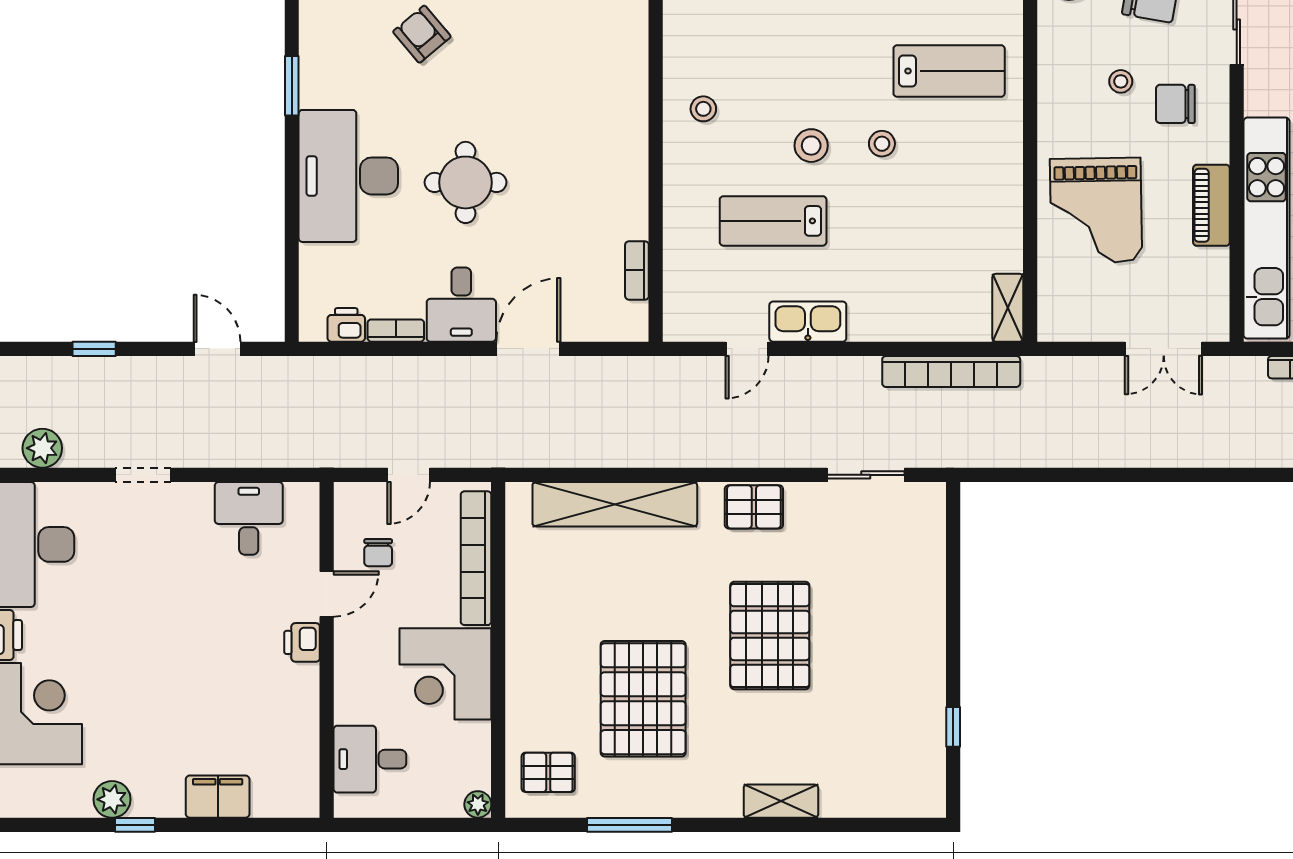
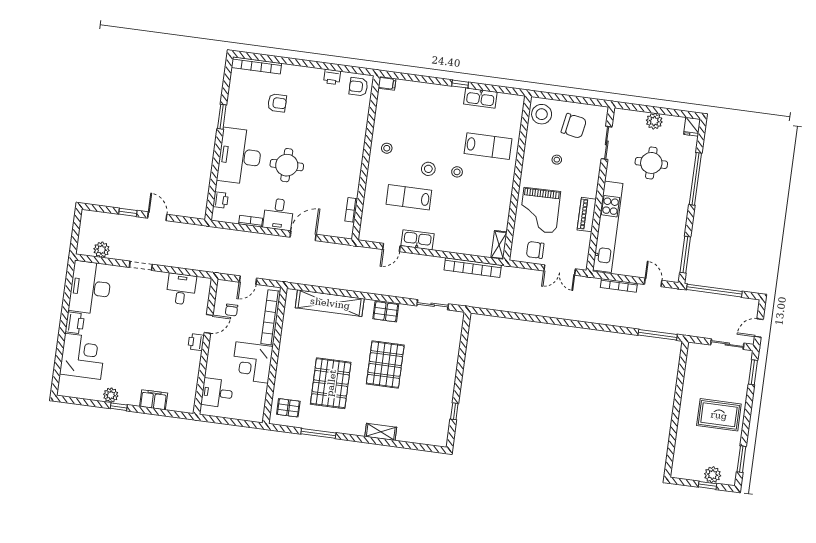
armchair: (422, 34) -> (277, 103), turned 130
chair: (1175, 104) -> (535, 250), moved
printer: (346, 325) -> (221, 200), moved, turned 90
door: (217, 349) -> (157, 216), moved
plant: (478, 804) -> (258, 417), removed

